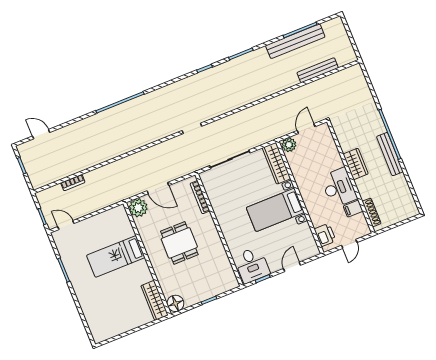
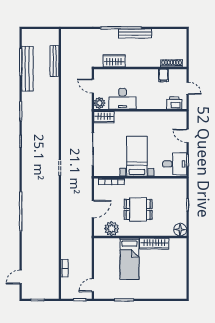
wardrobe: (276, 163) -> (104, 117), width x0.67
wardrobe: (356, 164) -> (114, 61), moved
desk: (339, 188) -> (122, 99), moved, turned 180
plant: (138, 208) -> (112, 229), moved
bed with nightstands: (275, 210) -> (137, 156), moved, turned 180
wardrobe: (155, 300) -> (154, 244), moved

